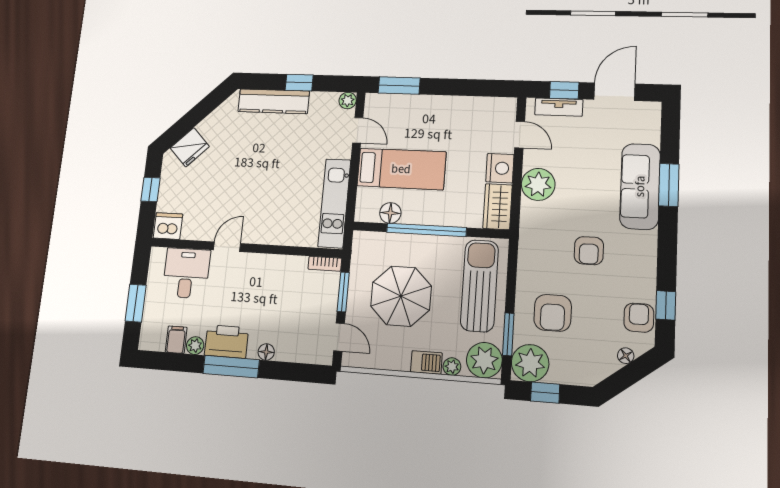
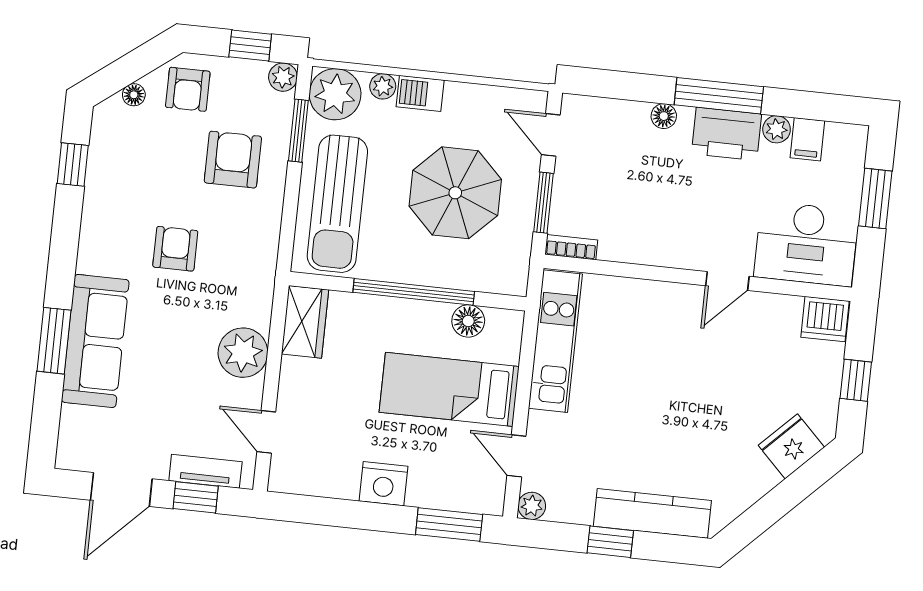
nightstand: (500, 168) -> (383, 484), moved, turned -90
desk: (186, 273) -> (806, 244), width x1.37
armchair: (639, 318) -> (188, 89), moved
plant: (530, 363) -> (283, 77), width x0.53, depth x0.53

